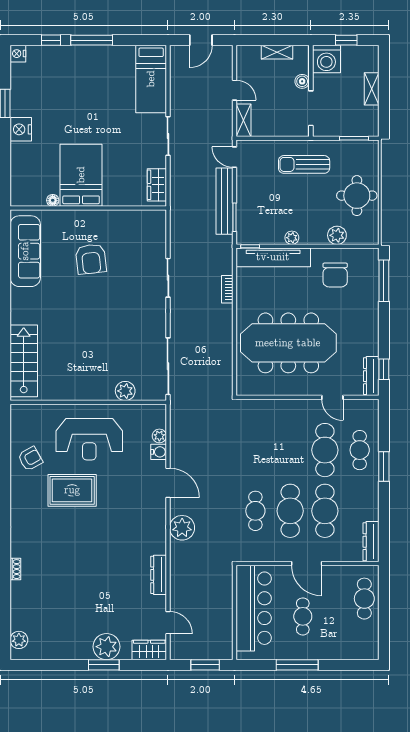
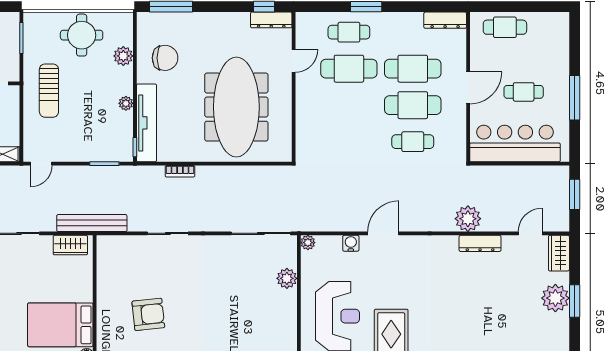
bench: (224, 201) -> (92, 223), moved
plant: (159, 436) -> (308, 243), moved
plant: (182, 528) -> (468, 219), moved

